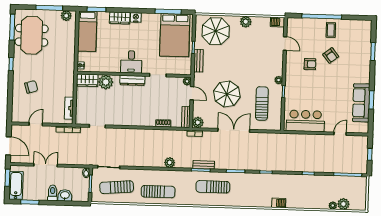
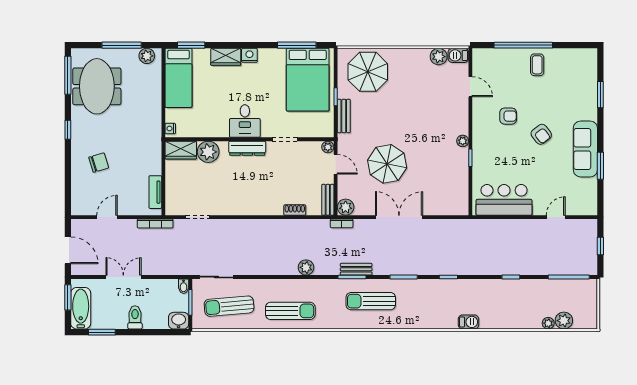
plant: (246, 22) -> (439, 57), moved
armchair: (331, 56) -> (541, 134), moved
sofa: (361, 103) -> (585, 149), moved
sun lounger: (262, 104) -> (439, 176), removed
washbasin: (65, 195) -> (179, 321), moved

